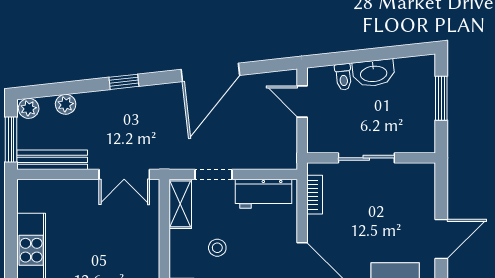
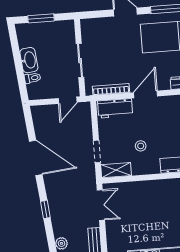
door: (302, 102) -> (68, 100), moved
workbench: (264, 194) -> (115, 108), moved, turned 90
bookcase: (315, 195) -> (111, 89), width x1.56

